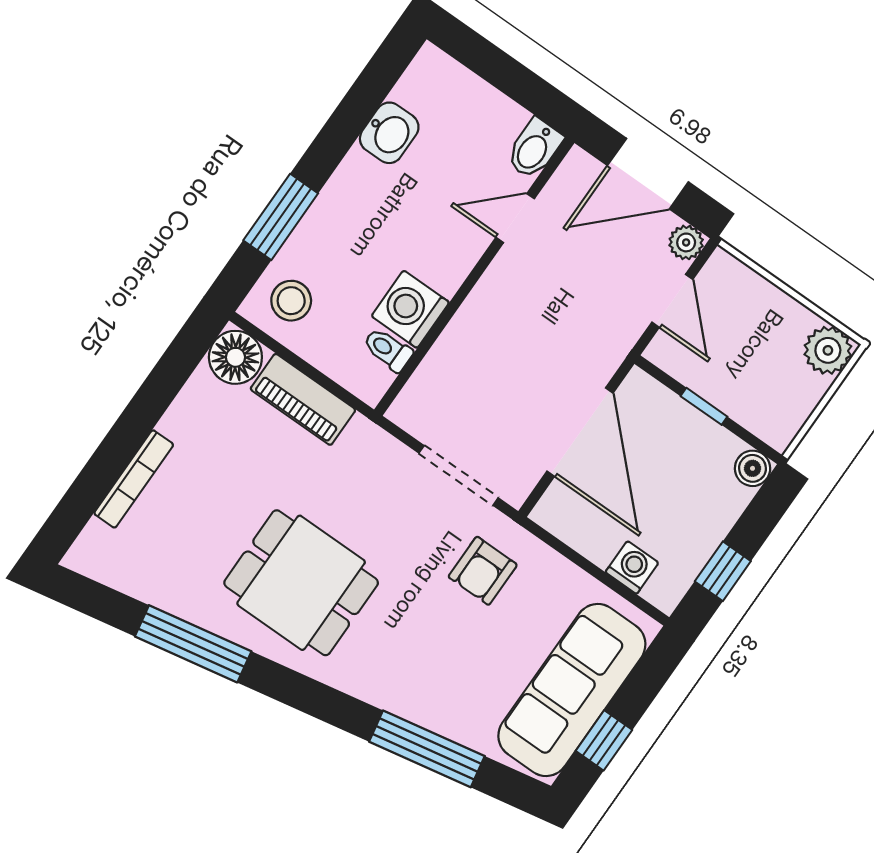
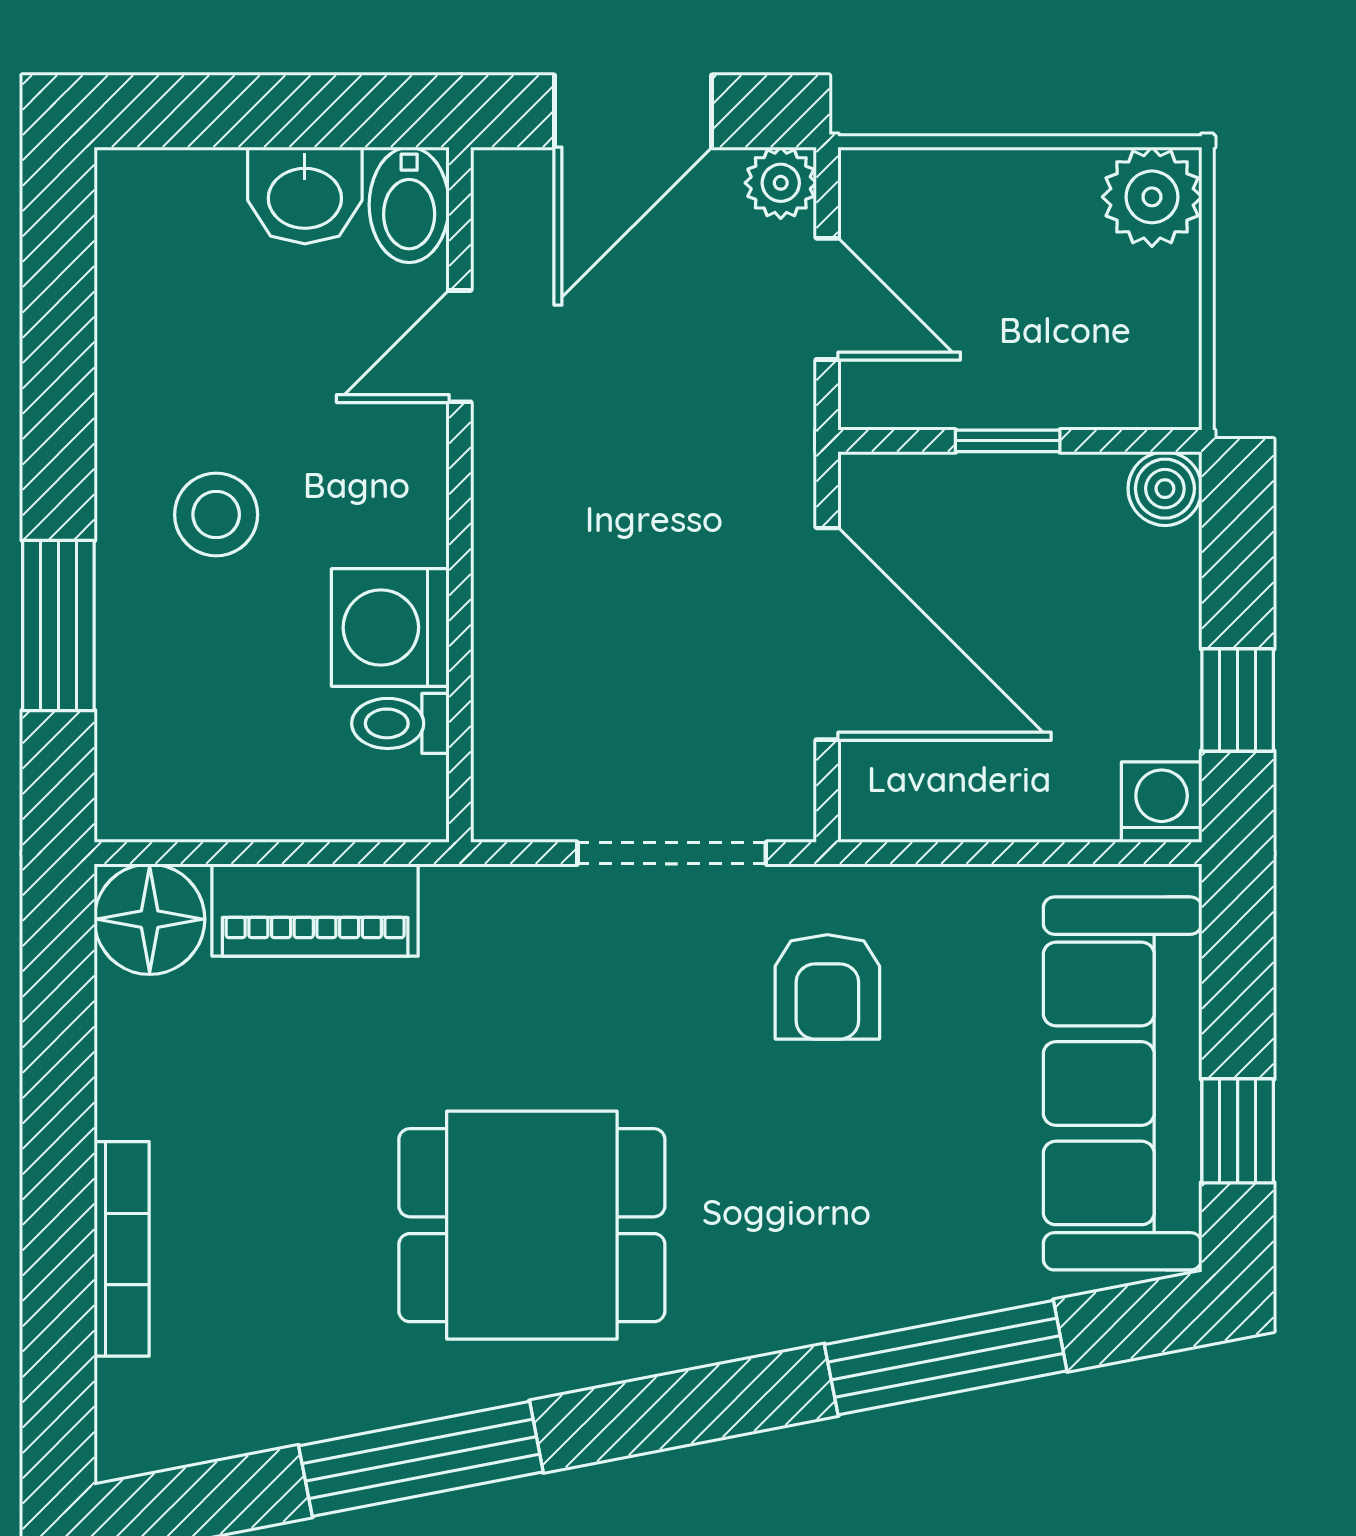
washbasin: (389, 133) -> (305, 195), moved, turned 90
stool: (291, 301) -> (216, 515), moved
washing machine: (632, 567) -> (1162, 802), moved

